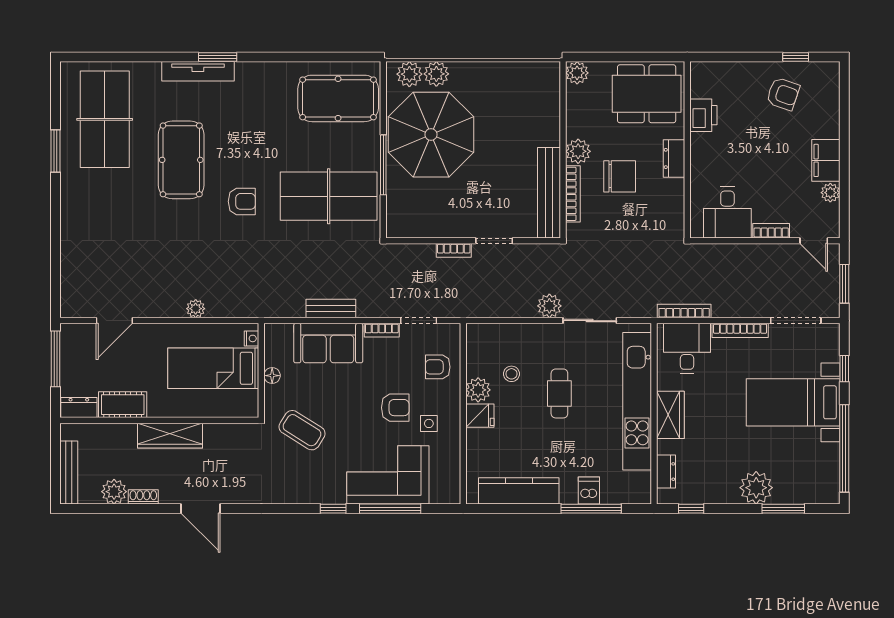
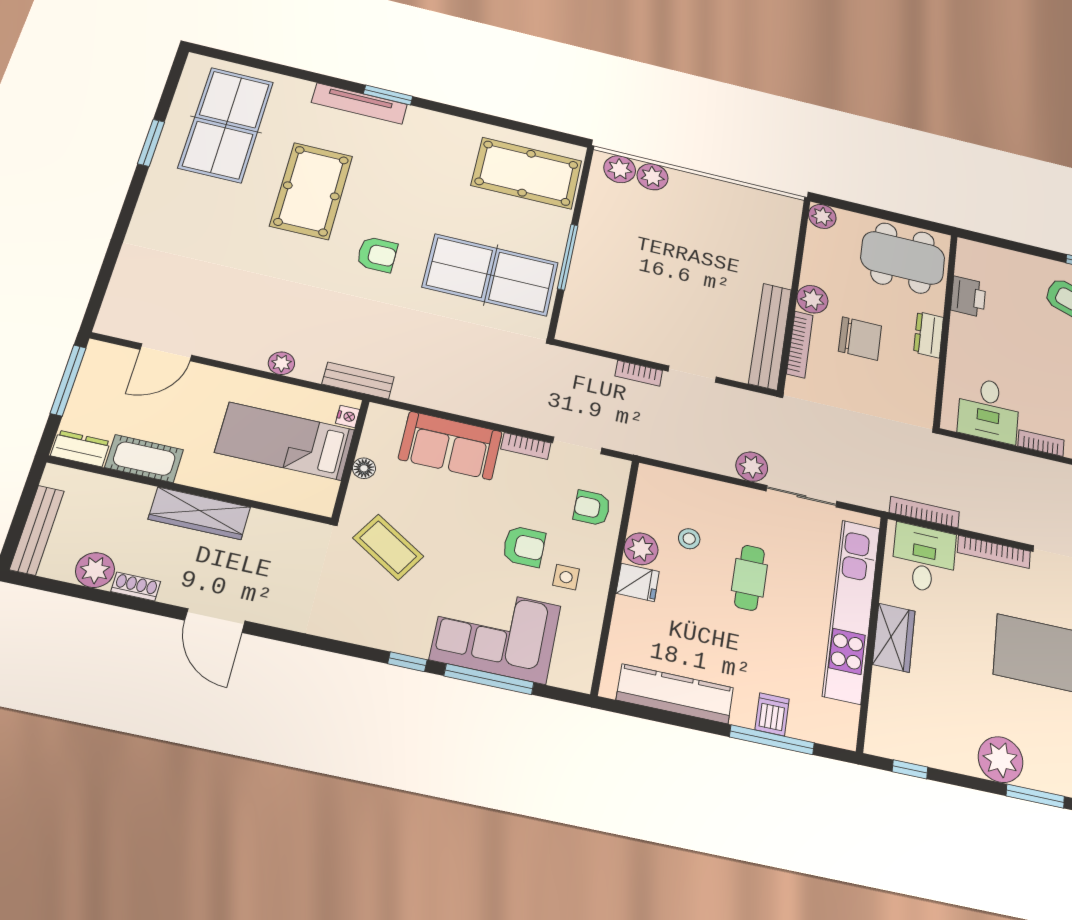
parasol: (431, 135) -> (634, 238), removed
bench: (331, 308) -> (358, 380), moved
dresser: (666, 472) -> (880, 711), removed

